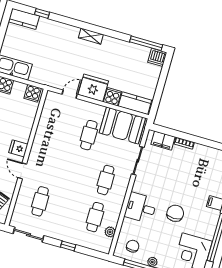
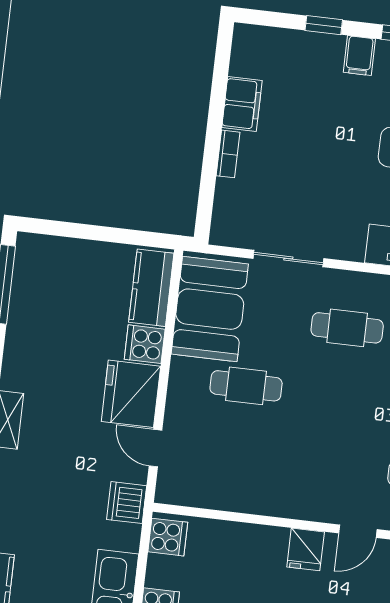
dishwasher: (157, 57) -> (127, 503), moved, turned 180
filing cabinet: (163, 141) -> (242, 104), moved

